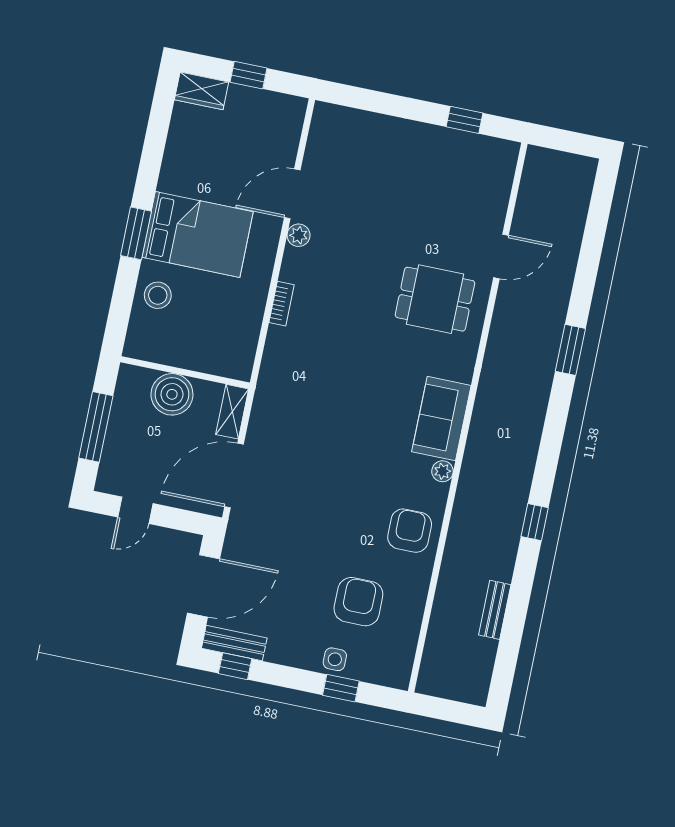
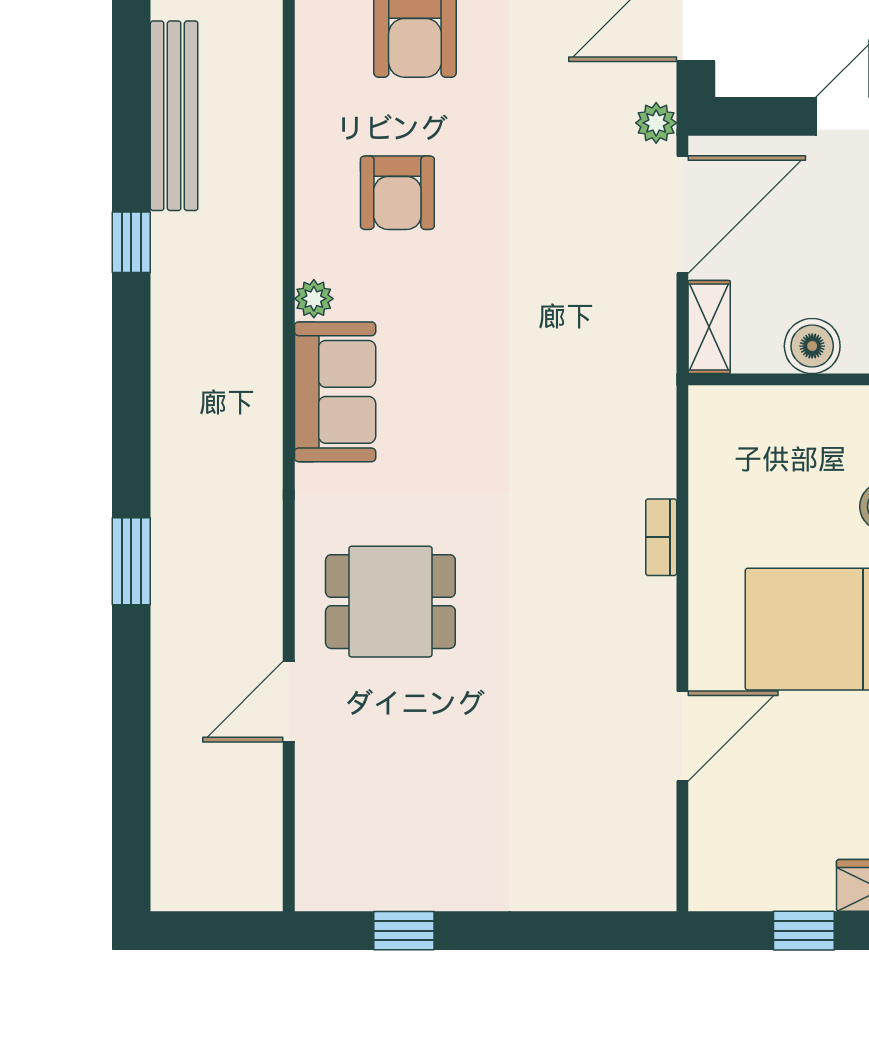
plant: (299, 235) -> (656, 123), moved
boiler: (172, 394) -> (812, 346), width x0.73, depth x0.73
armchair: (410, 531) -> (397, 193), moved
bench: (495, 610) -> (174, 116), width x1.86, depth x1.21

